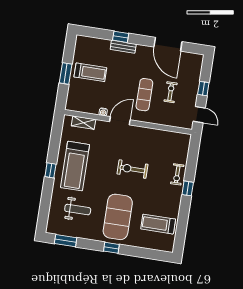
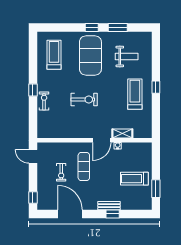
window: (66, 73) -> (156, 189), moved
window: (203, 89) -> (33, 197), moved
shelving: (83, 123) -> (122, 134), moved
treadmill: (75, 166) -> (135, 94), width x0.73, depth x0.73
weight bench: (78, 210) -> (127, 56), turned 180
treadmill: (158, 224) -> (54, 55), turned -90
window: (66, 241) -> (118, 28), moved

